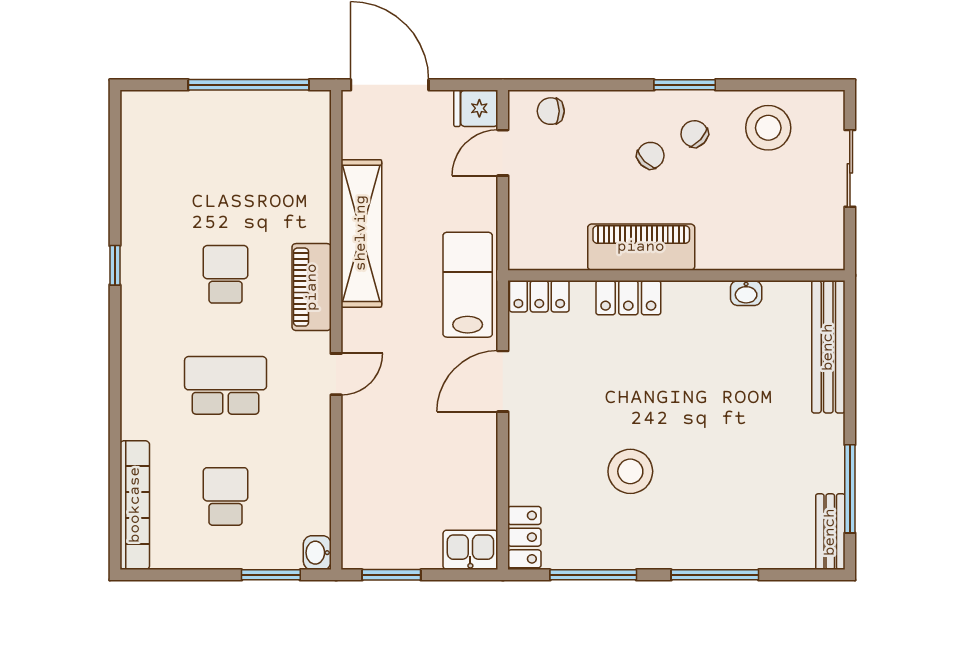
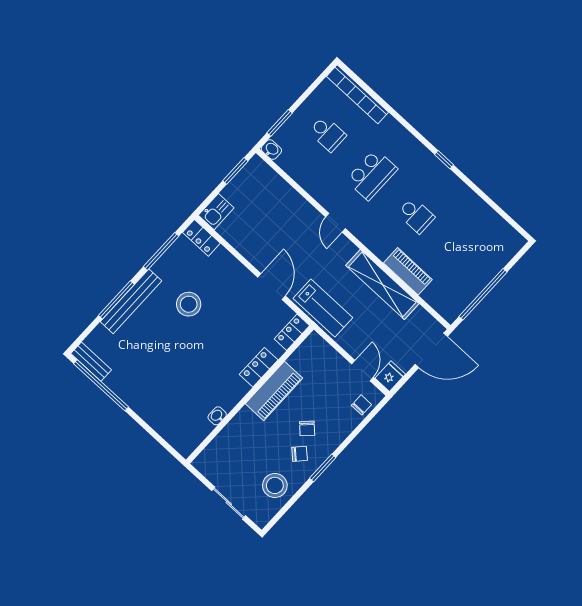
window: (115, 265) -> (444, 160), moved
piano: (312, 287) -> (408, 271), moved
bench: (828, 347) -> (131, 301), moved, turned 90
window: (850, 489) -> (101, 385), width x1.46

